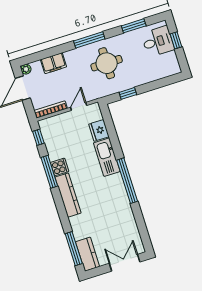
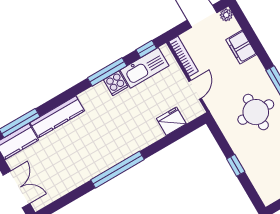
window: (128, 93) -> (236, 165), moved
door: (79, 106) -> (195, 90), hinge flipped
kitchen sink: (107, 157) -> (144, 68), moved, turned 180
kitchen counter: (68, 195) -> (57, 117), moved

